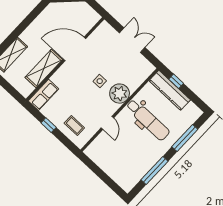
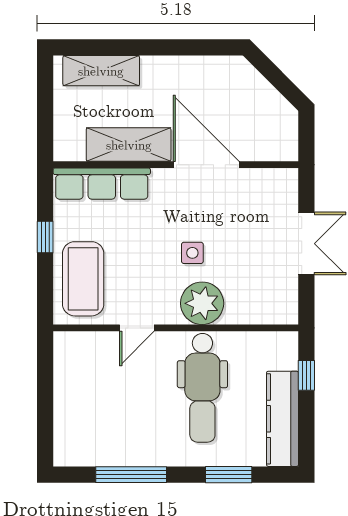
kitchen counter: (170, 90) -> (282, 419), moved
row of seats: (43, 95) -> (102, 184), width x1.48
coffee table: (74, 126) -> (83, 279), width x1.86, depth x1.72
window: (185, 138) -> (229, 475), width x0.69

